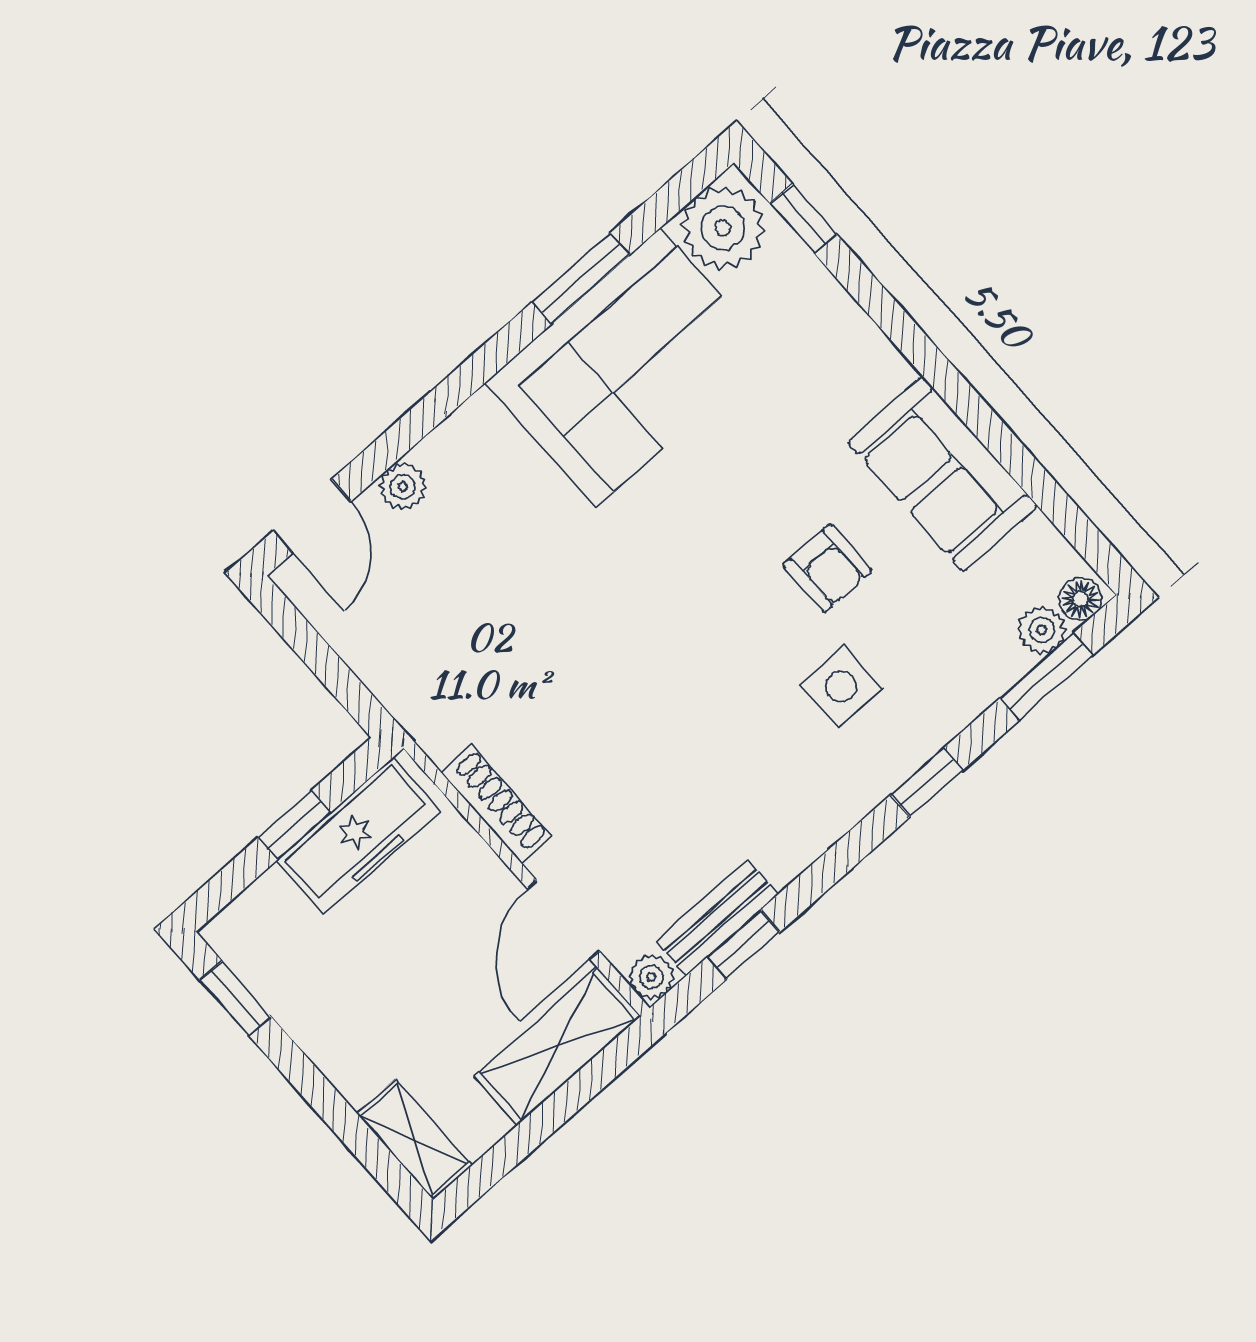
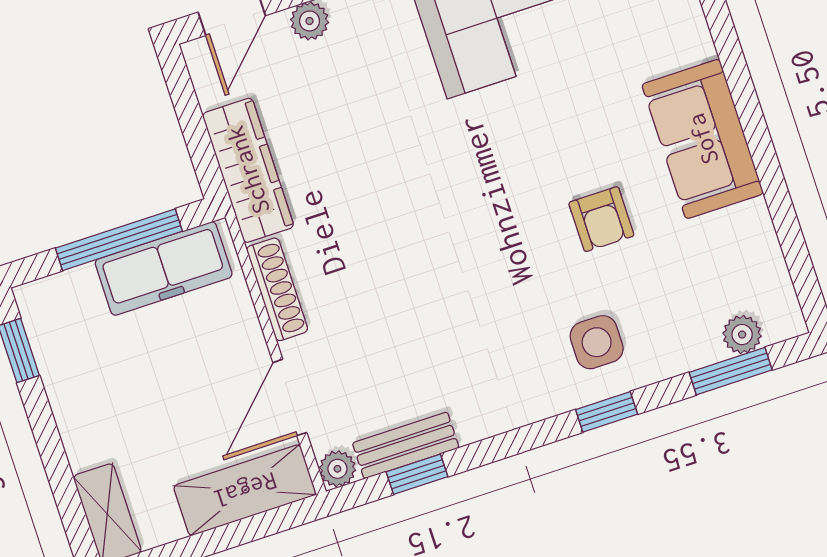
sofa: (943, 474) -> (703, 139), moved
floor lamp: (1081, 599) -> (781, 324), removed
wardrobe: (406, 684) -> (248, 170), added
side table: (841, 687) -> (597, 342), moved
window: (294, 825) -> (119, 240), width x2.17

